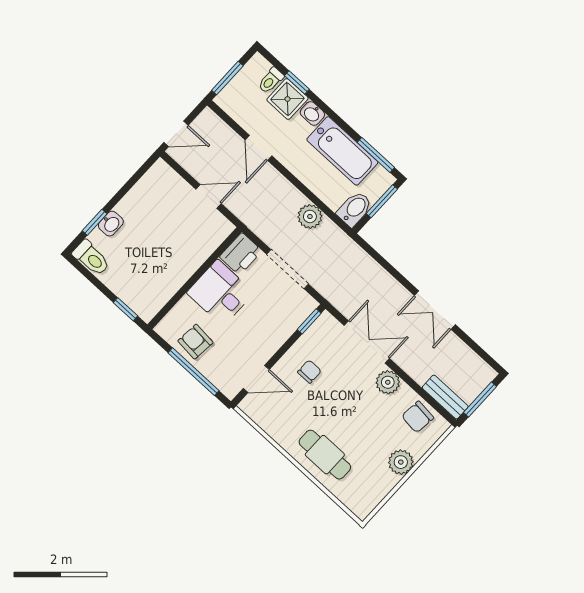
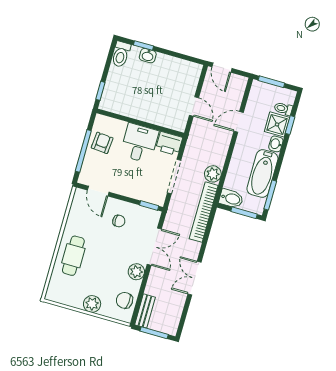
bookcase: (354, 254) -> (204, 212), added

